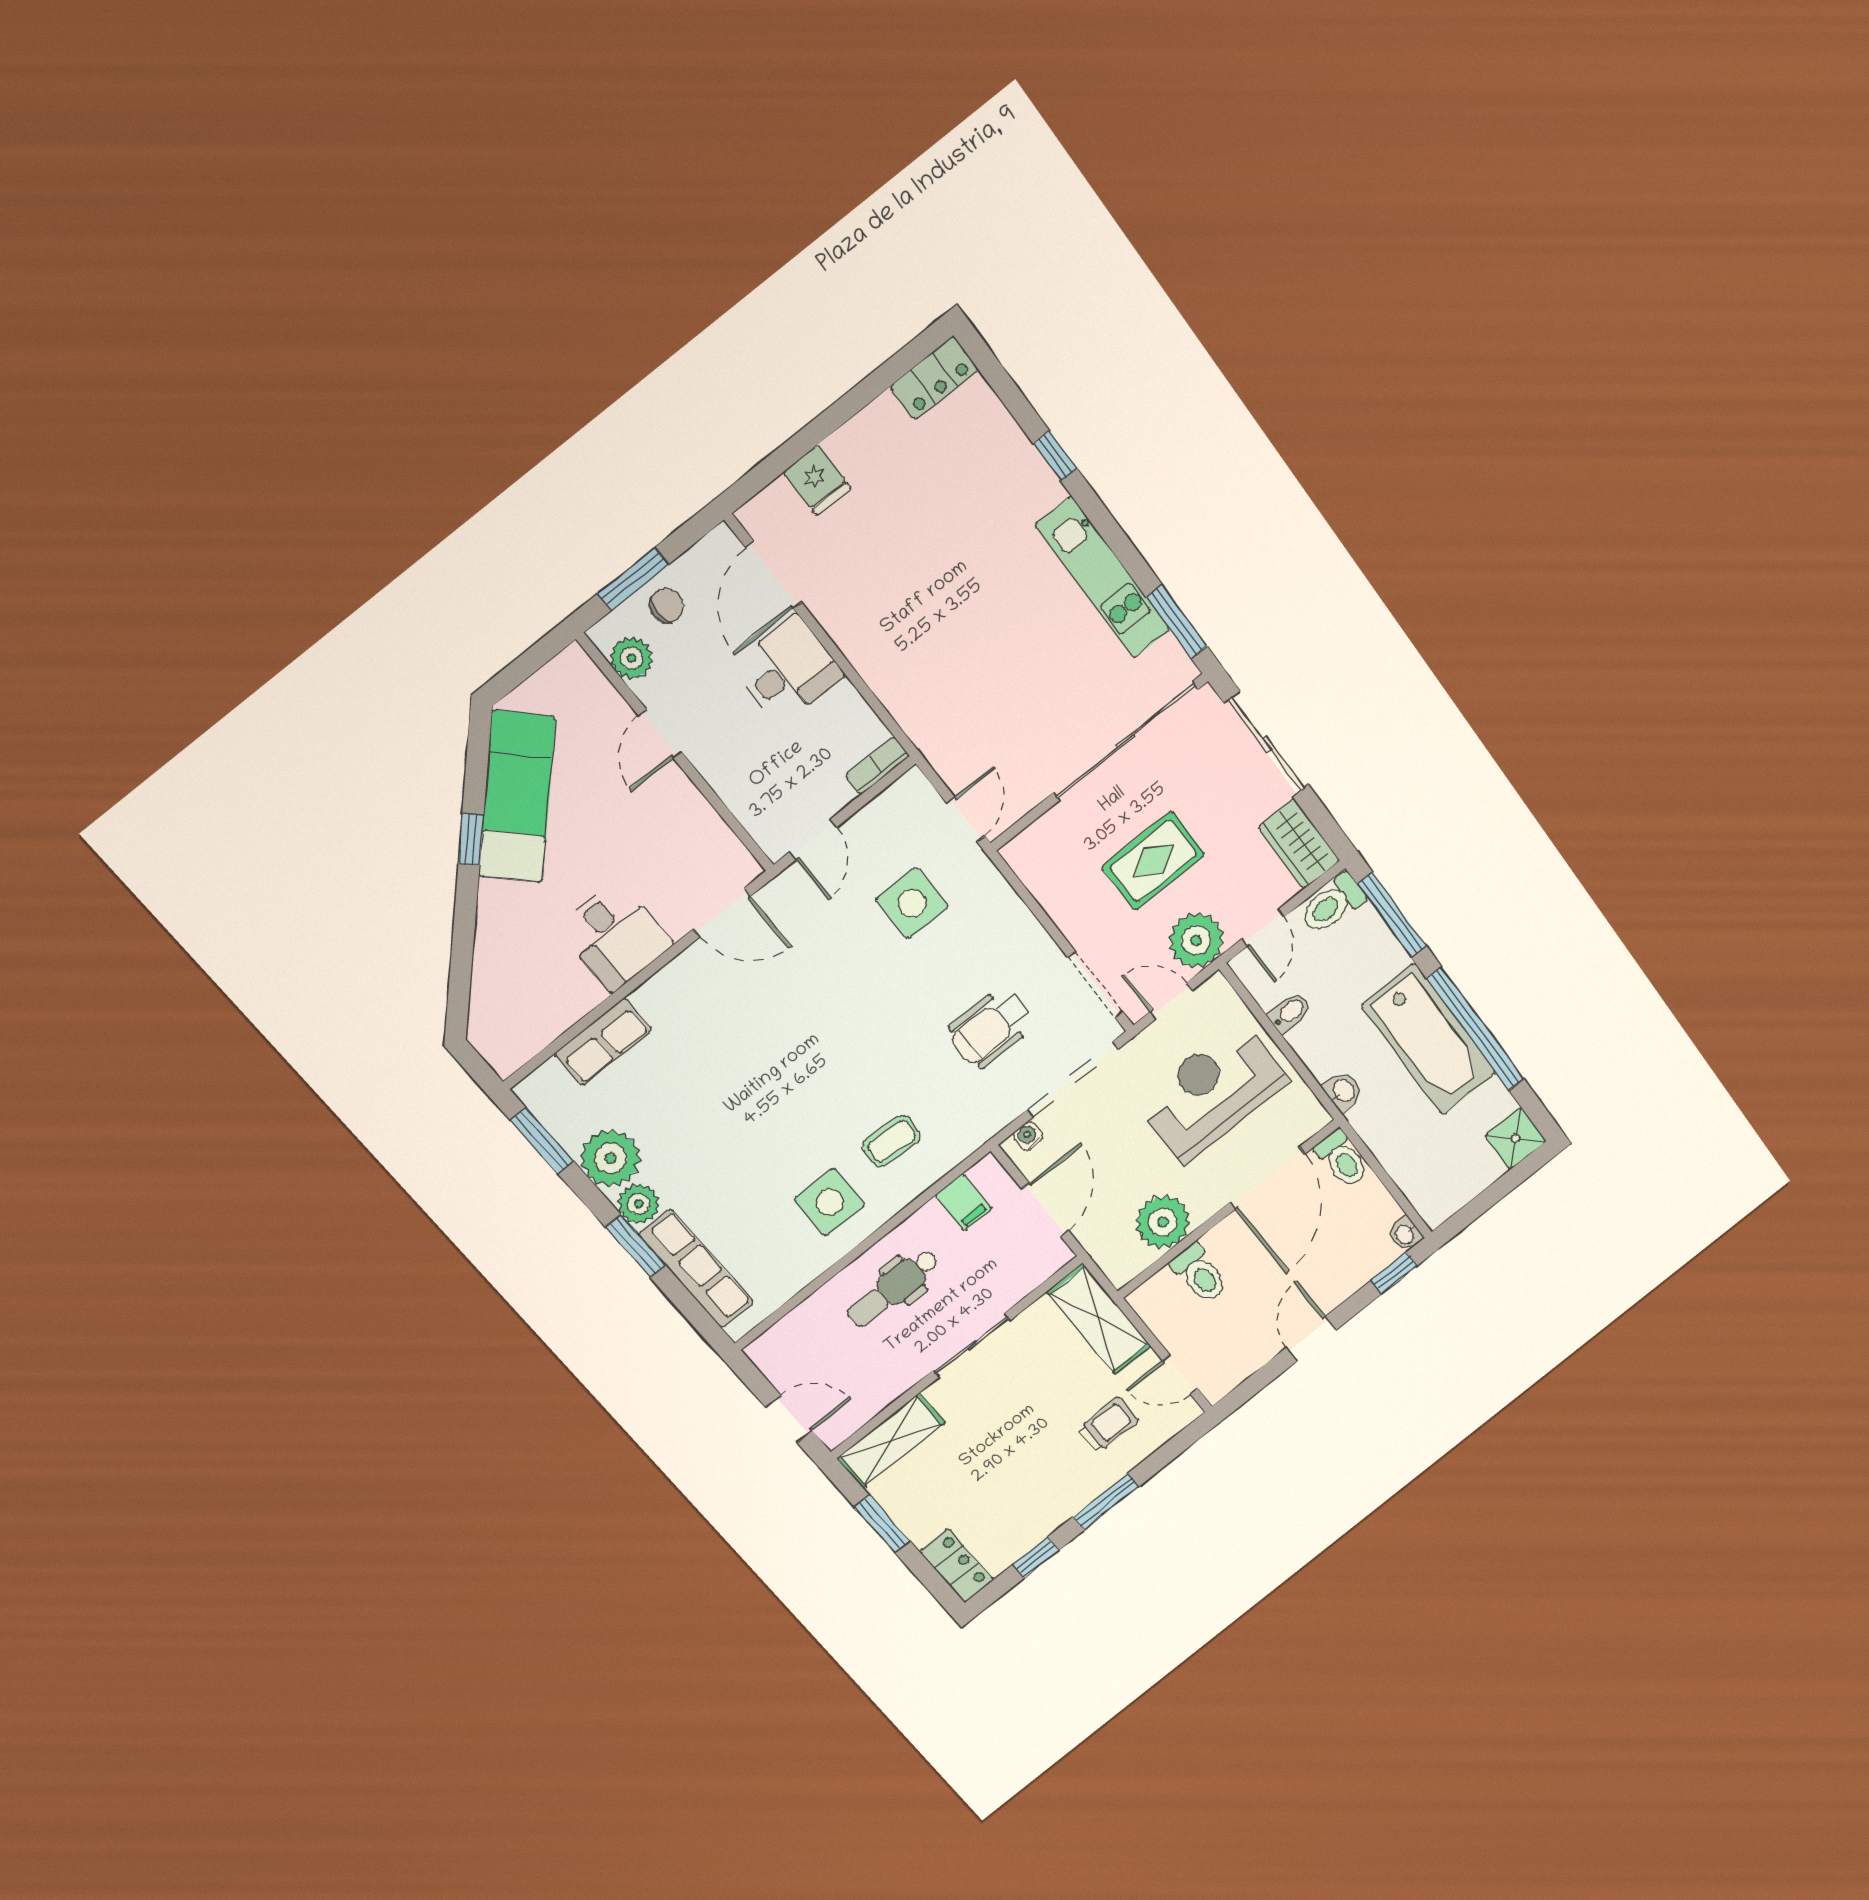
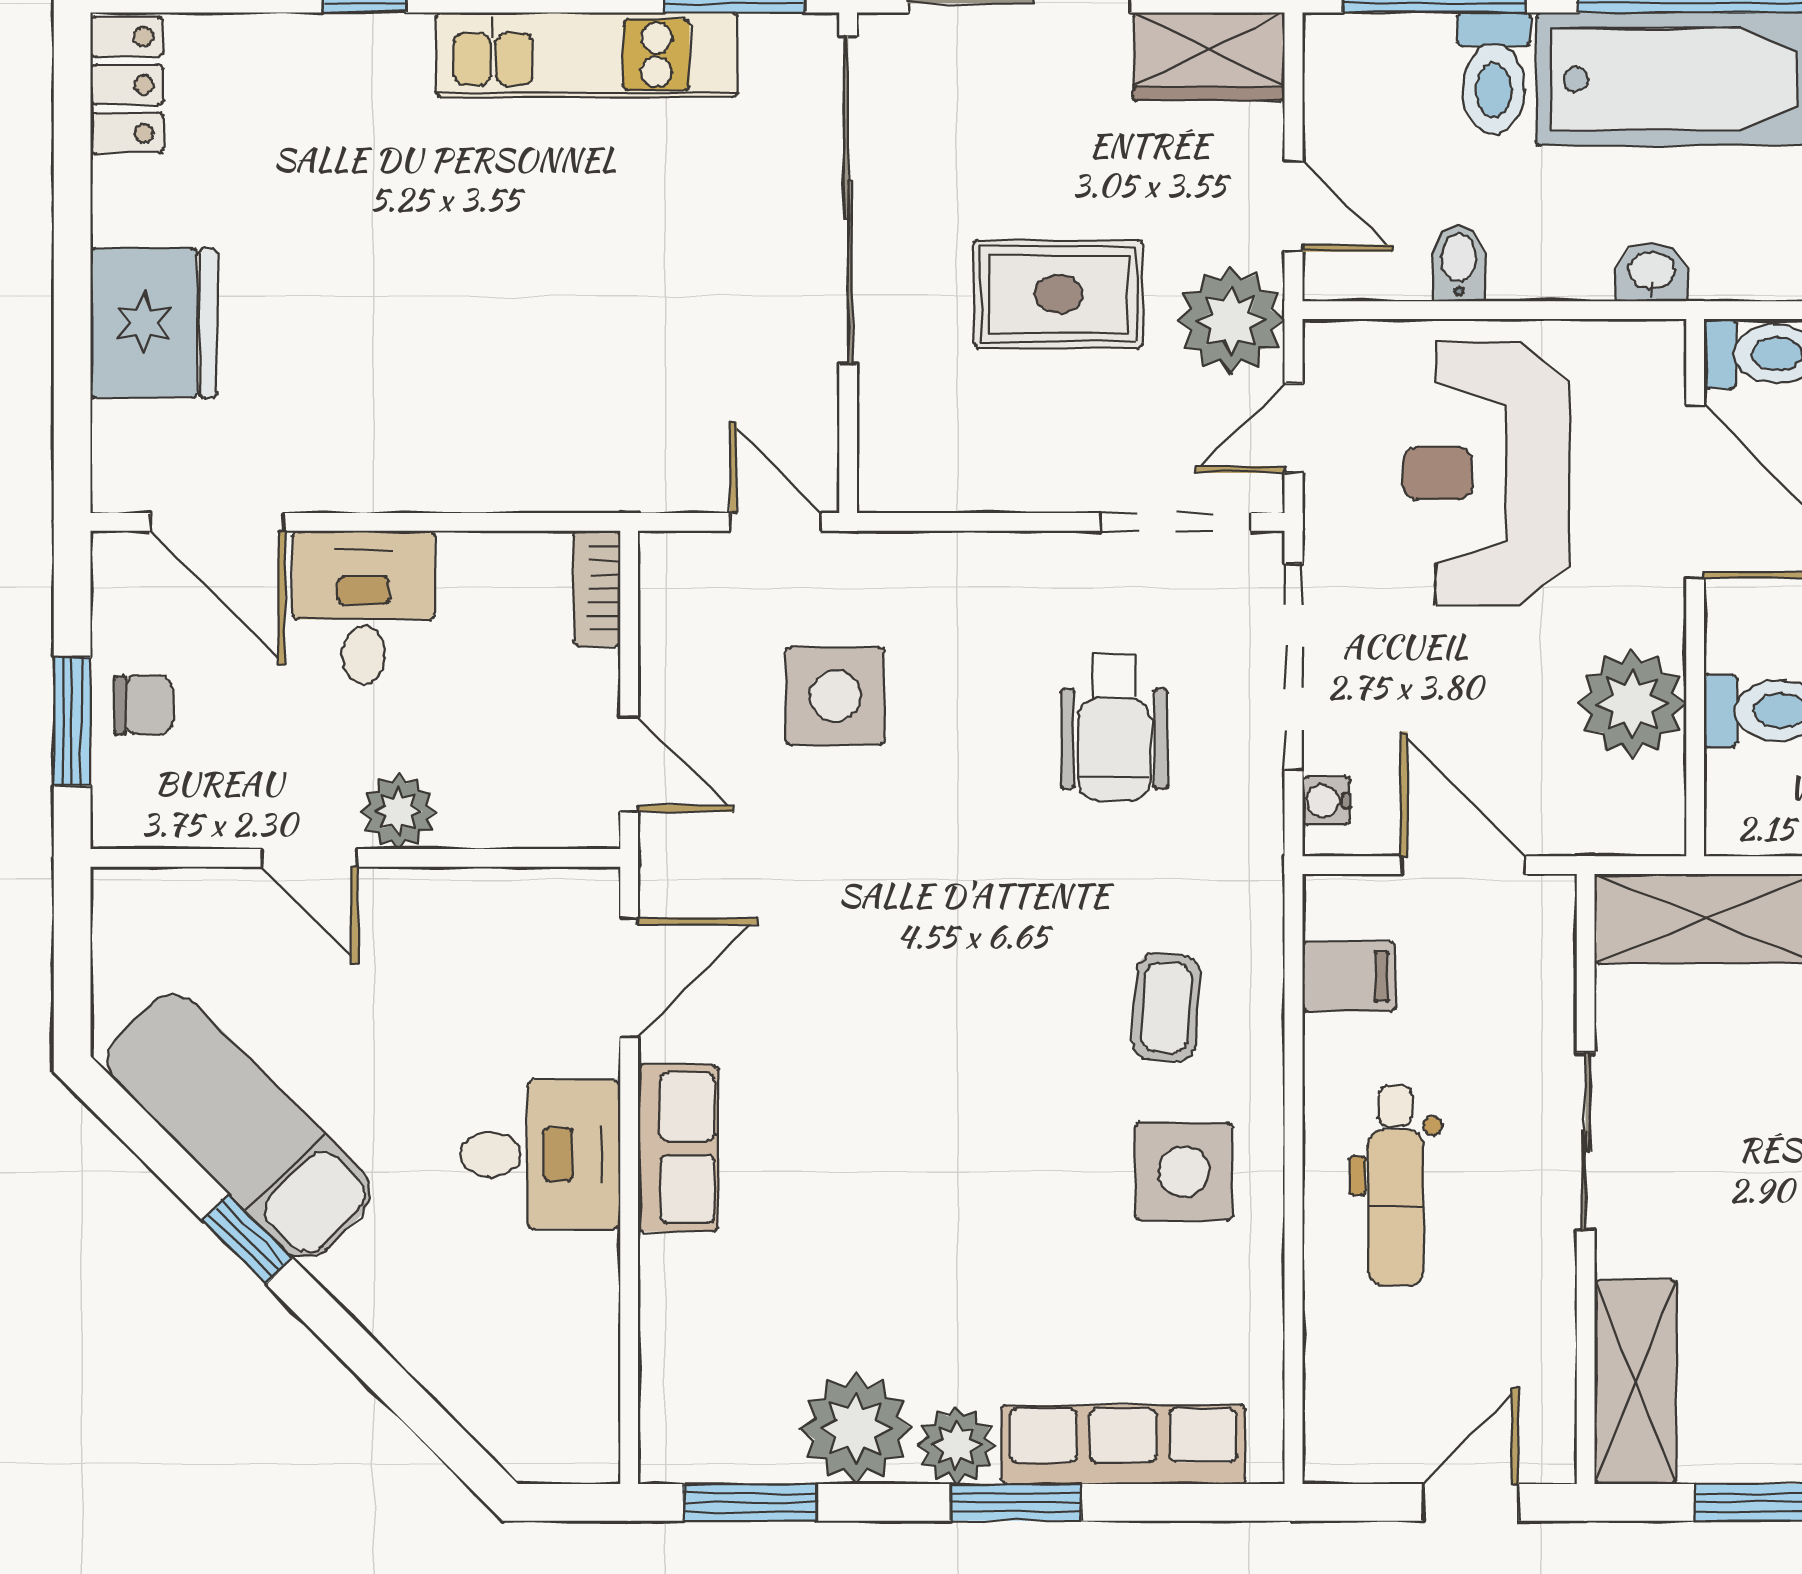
fridge: (817, 480) -> (154, 323), width x1.88, depth x1.34
chair: (666, 606) -> (144, 705), turned 90
plant: (632, 658) -> (399, 811), moved
rug: (1153, 861) -> (1058, 294), turned 90
toilet: (1332, 904) -> (1494, 73), moved
row of seats: (603, 1042) -> (678, 1148), moved

